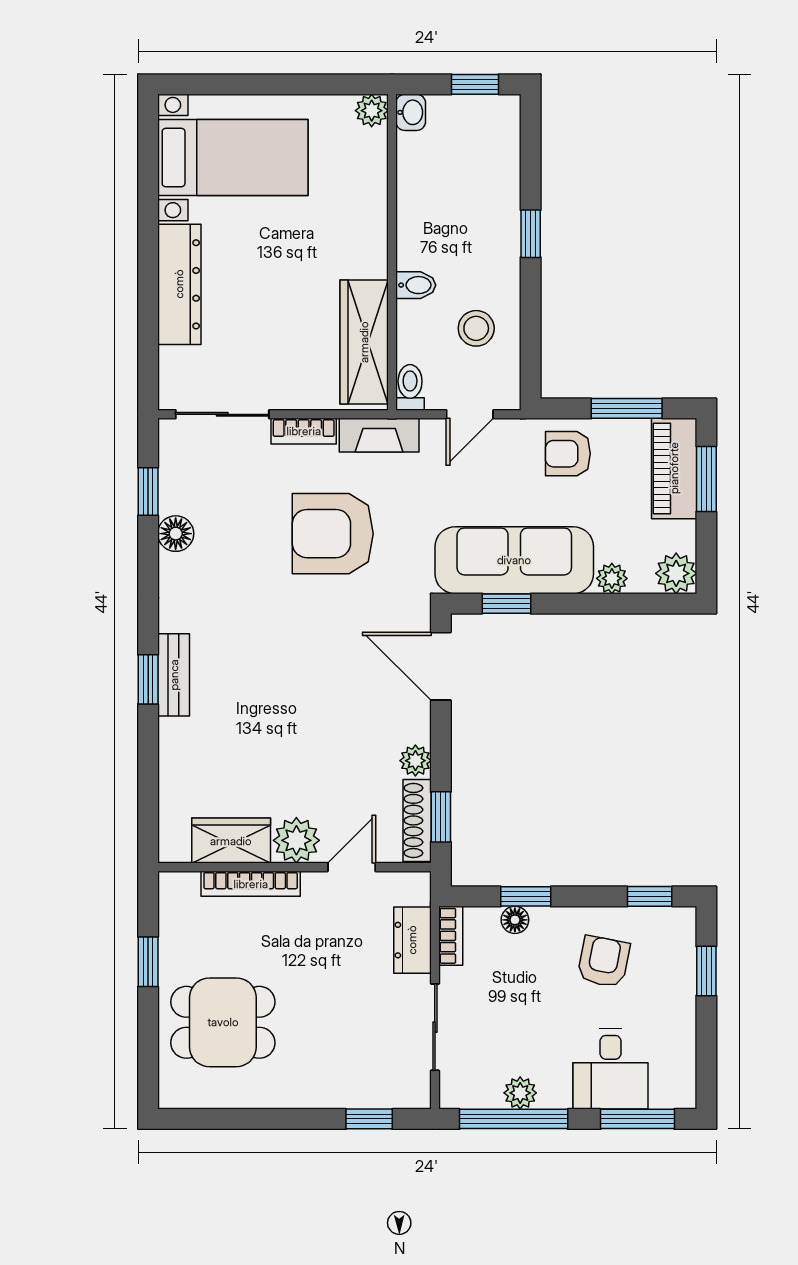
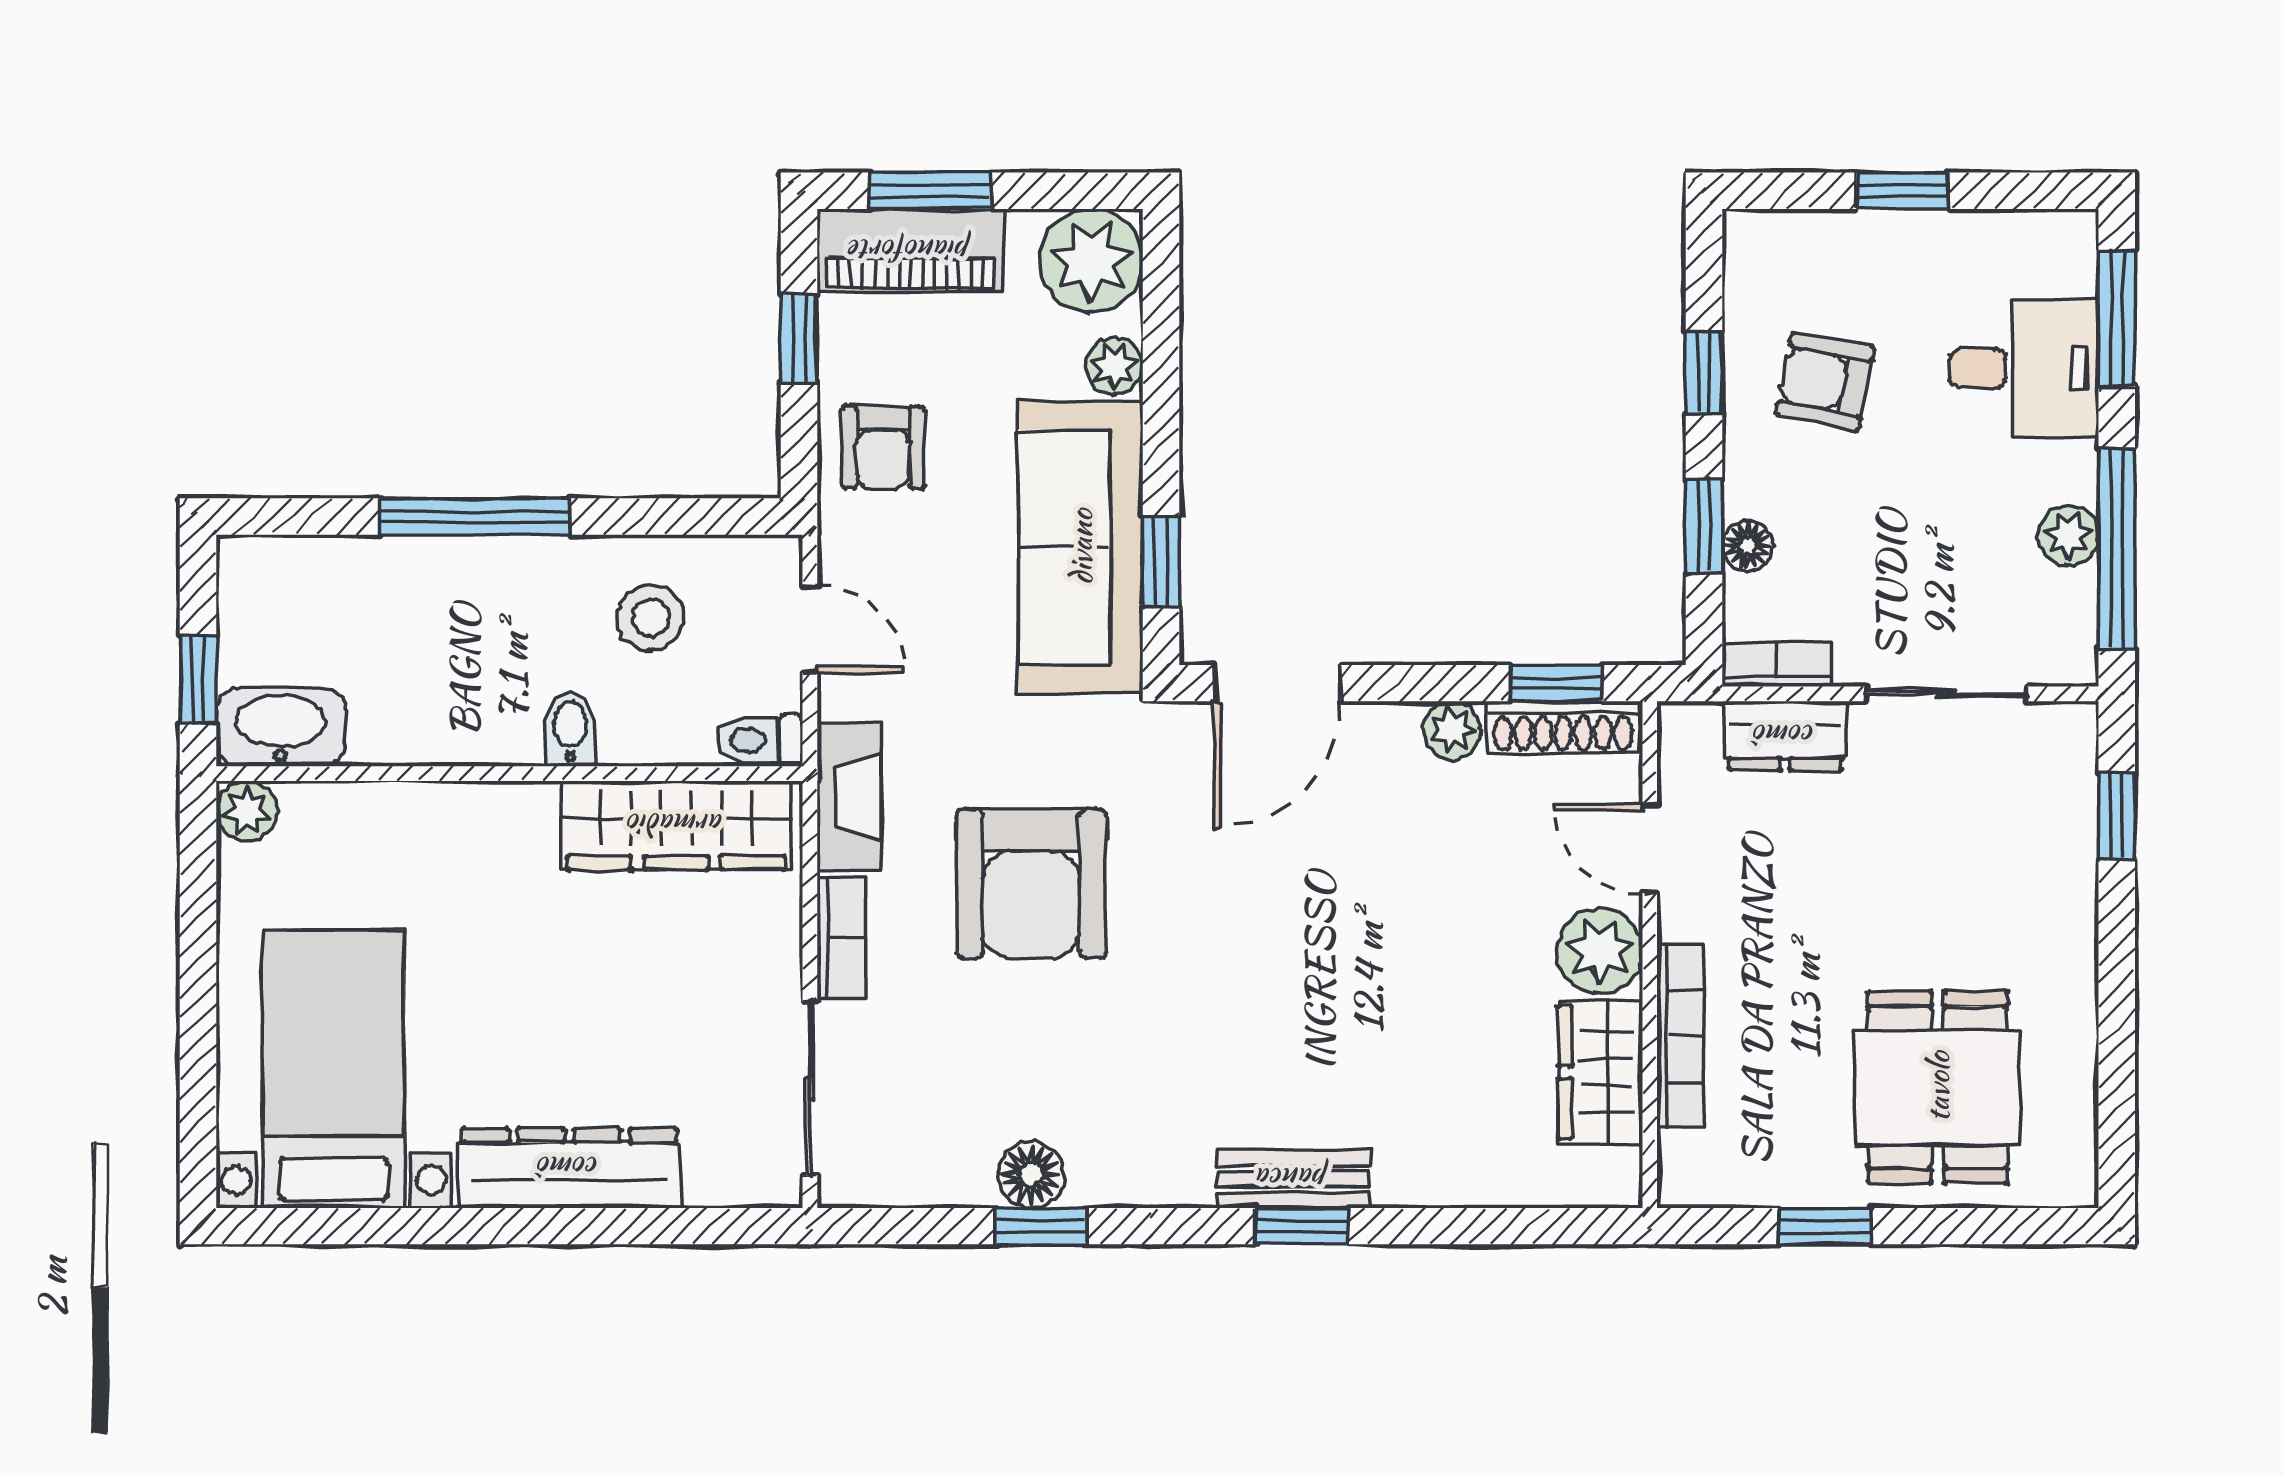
window: (475, 84) -> (198, 680), moved
washbasin: (411, 112) -> (281, 727), width x1.91, depth x1.45
window: (531, 234) -> (475, 517), width x2.17
window: (627, 408) -> (799, 339), width x0.67
window: (148, 491) -> (1041, 1226), moved
plant: (676, 573) -> (1091, 261), width x1.36, depth x1.36
window: (650, 896) -> (1704, 373), moved
window: (706, 971) -> (1902, 191), moved

